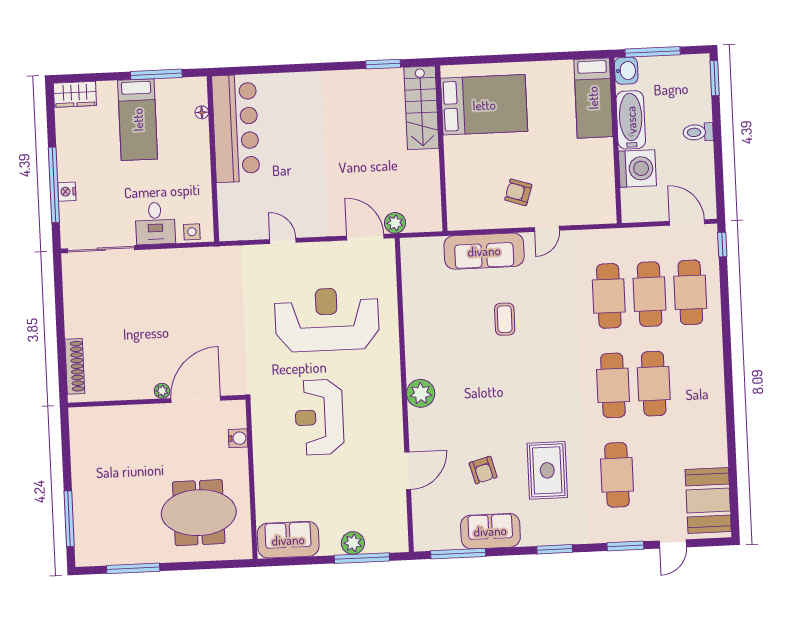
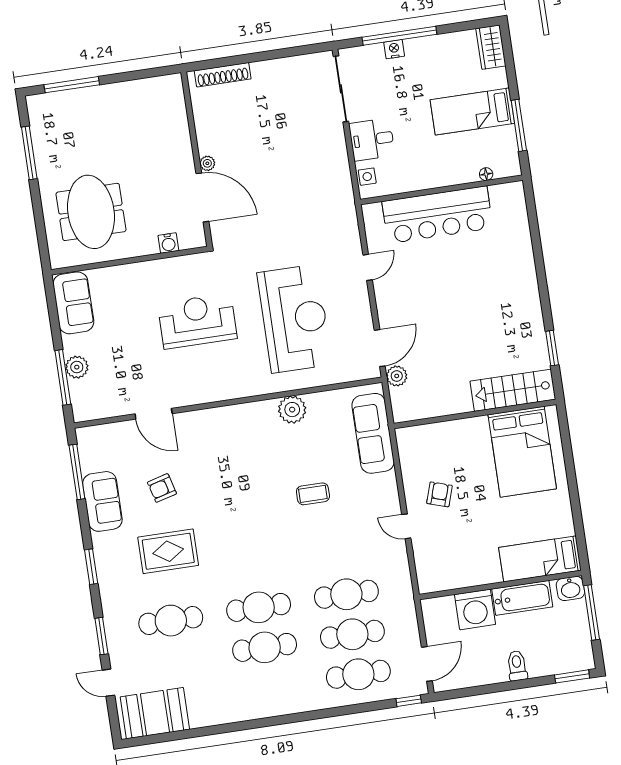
bar counter: (236, 128) -> (437, 215), moved
sofa: (484, 251) -> (373, 433), moved
plant: (421, 393) -> (292, 410), moved

